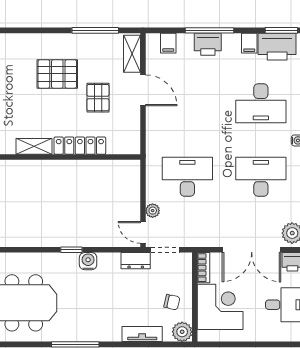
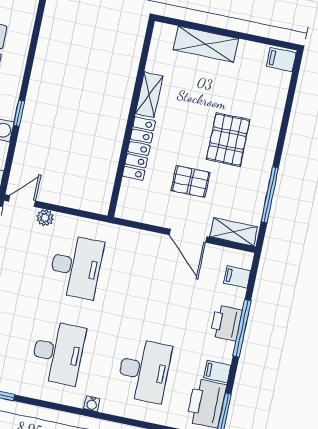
door: (143, 90) -> (188, 236), hinge flipped
desk: (261, 103) -> (144, 371), turned 180

